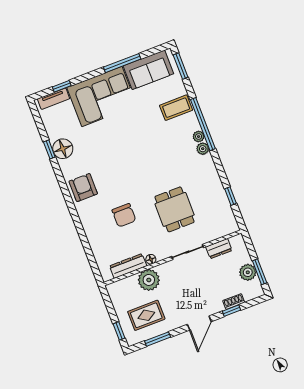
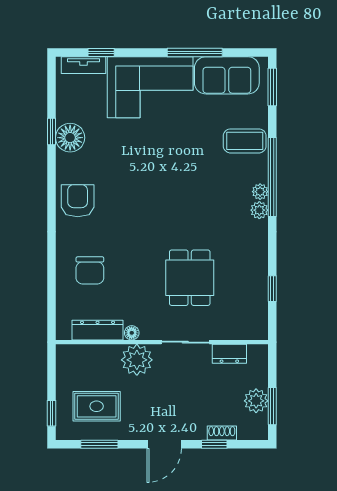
chair: (124, 215) -> (90, 270), moved
plant: (149, 280) -> (137, 360), moved

